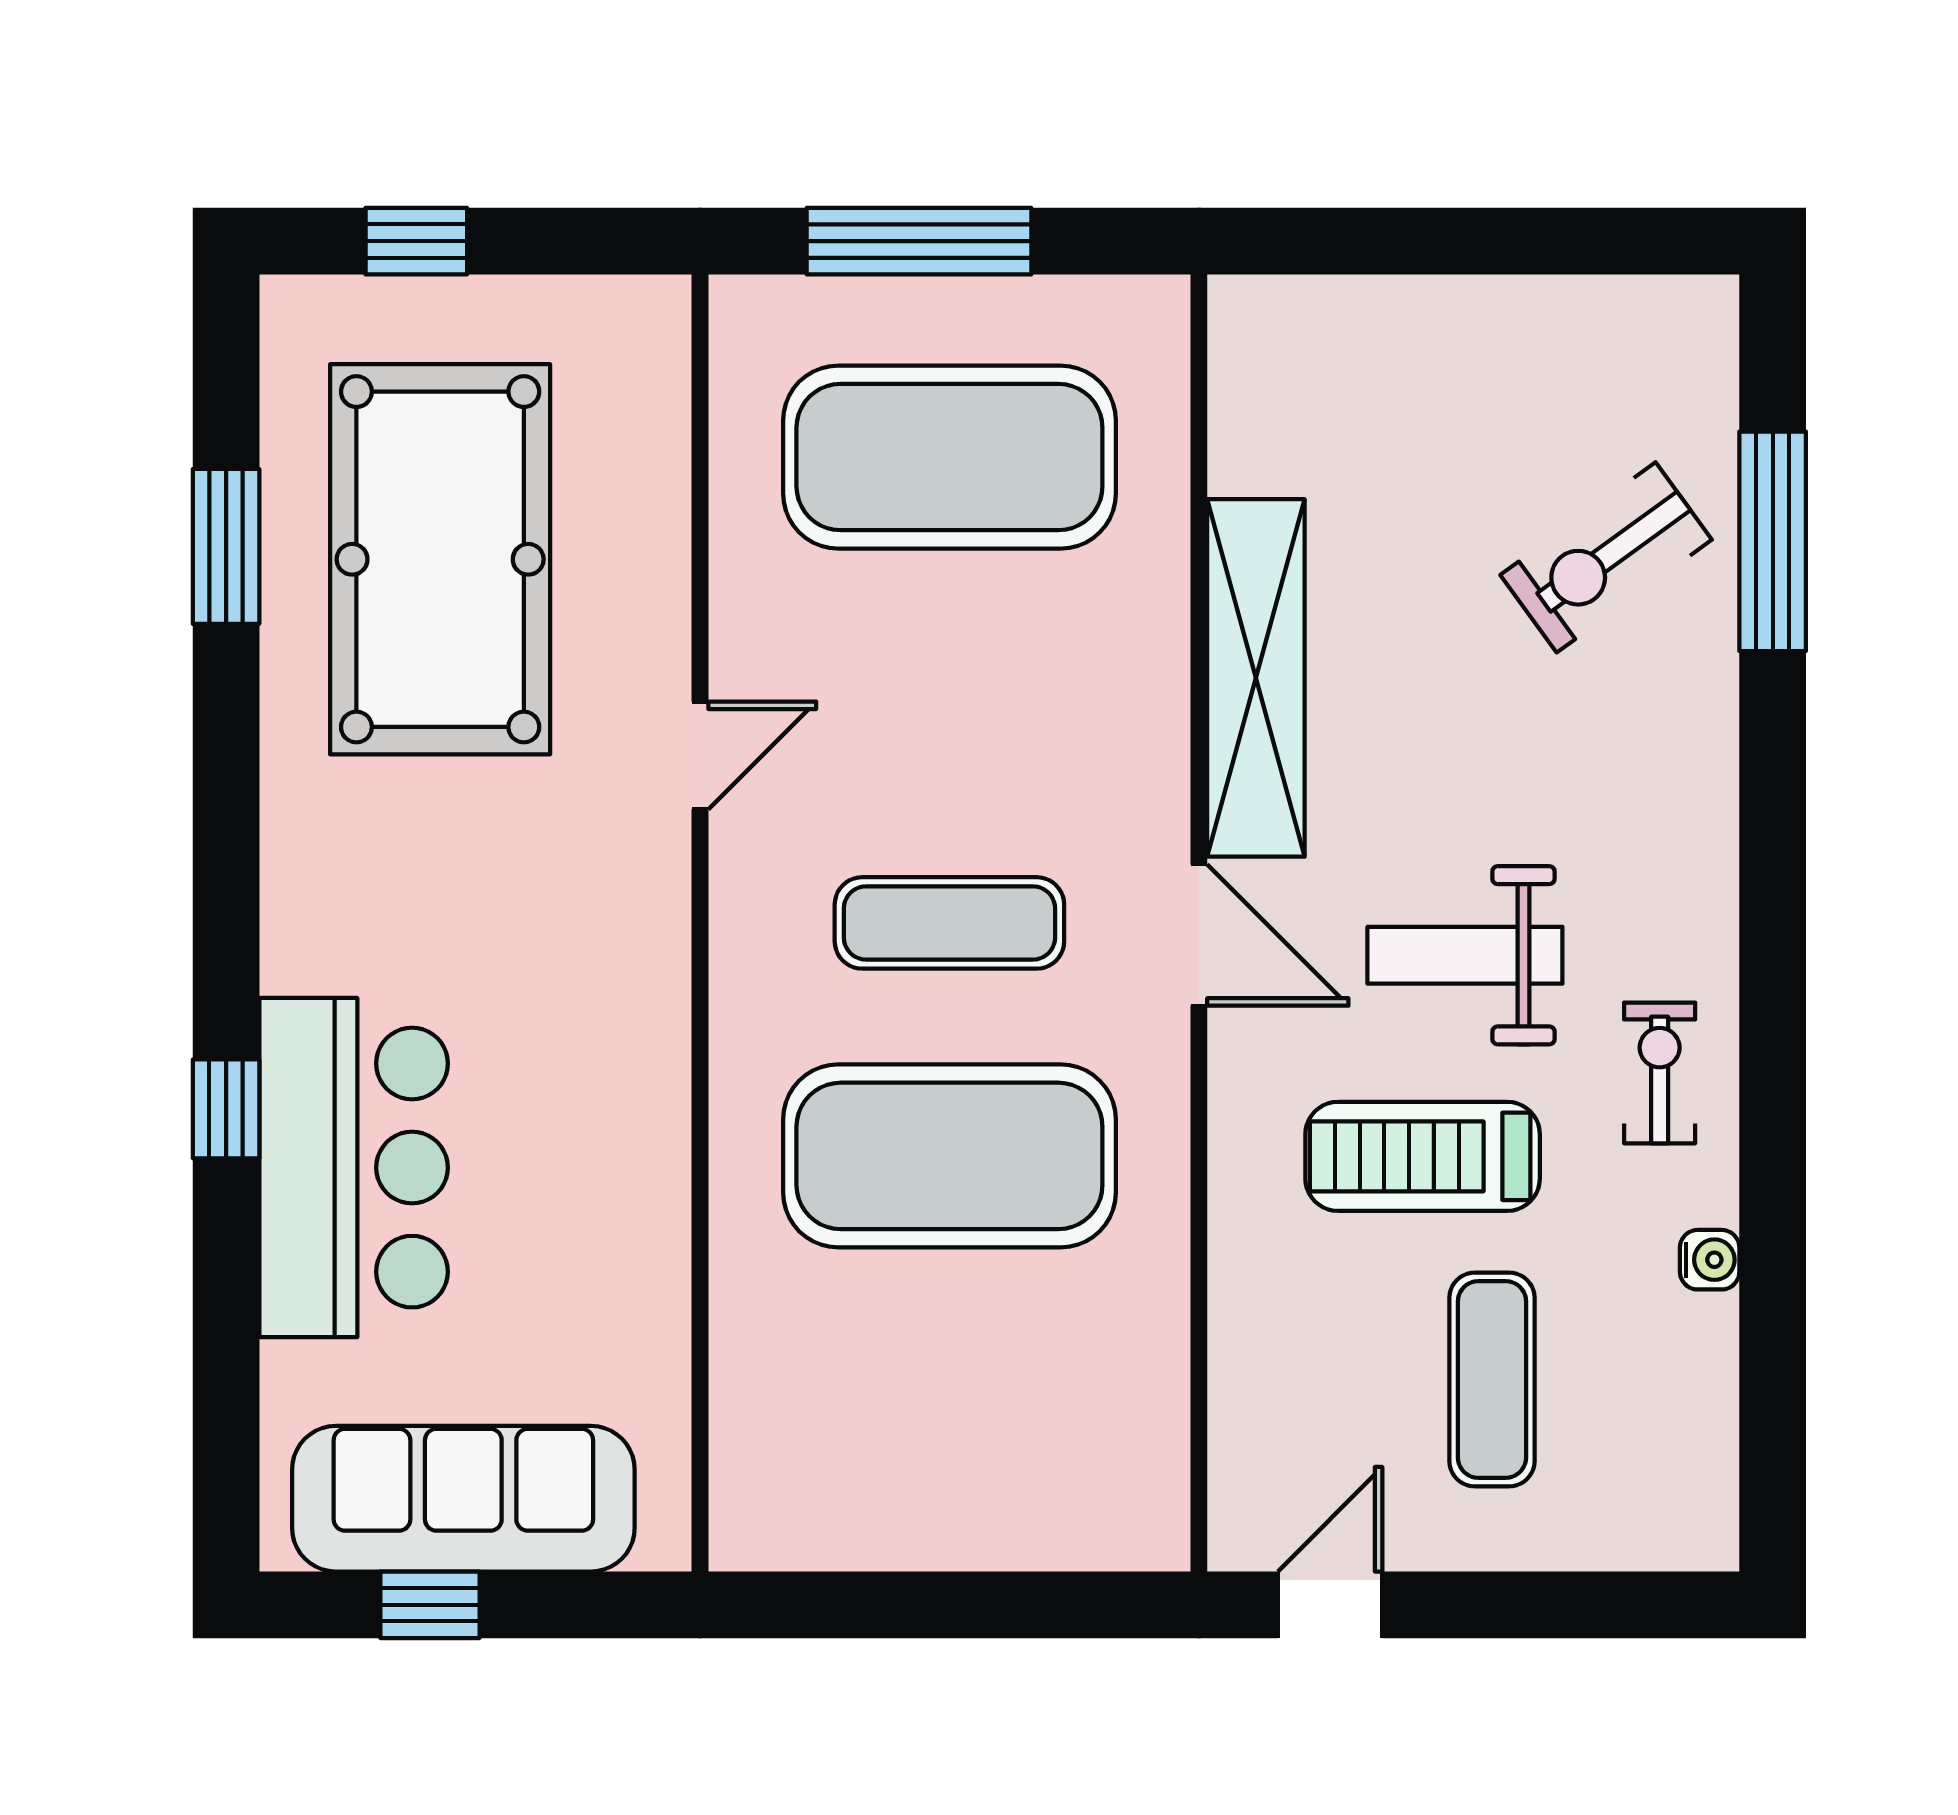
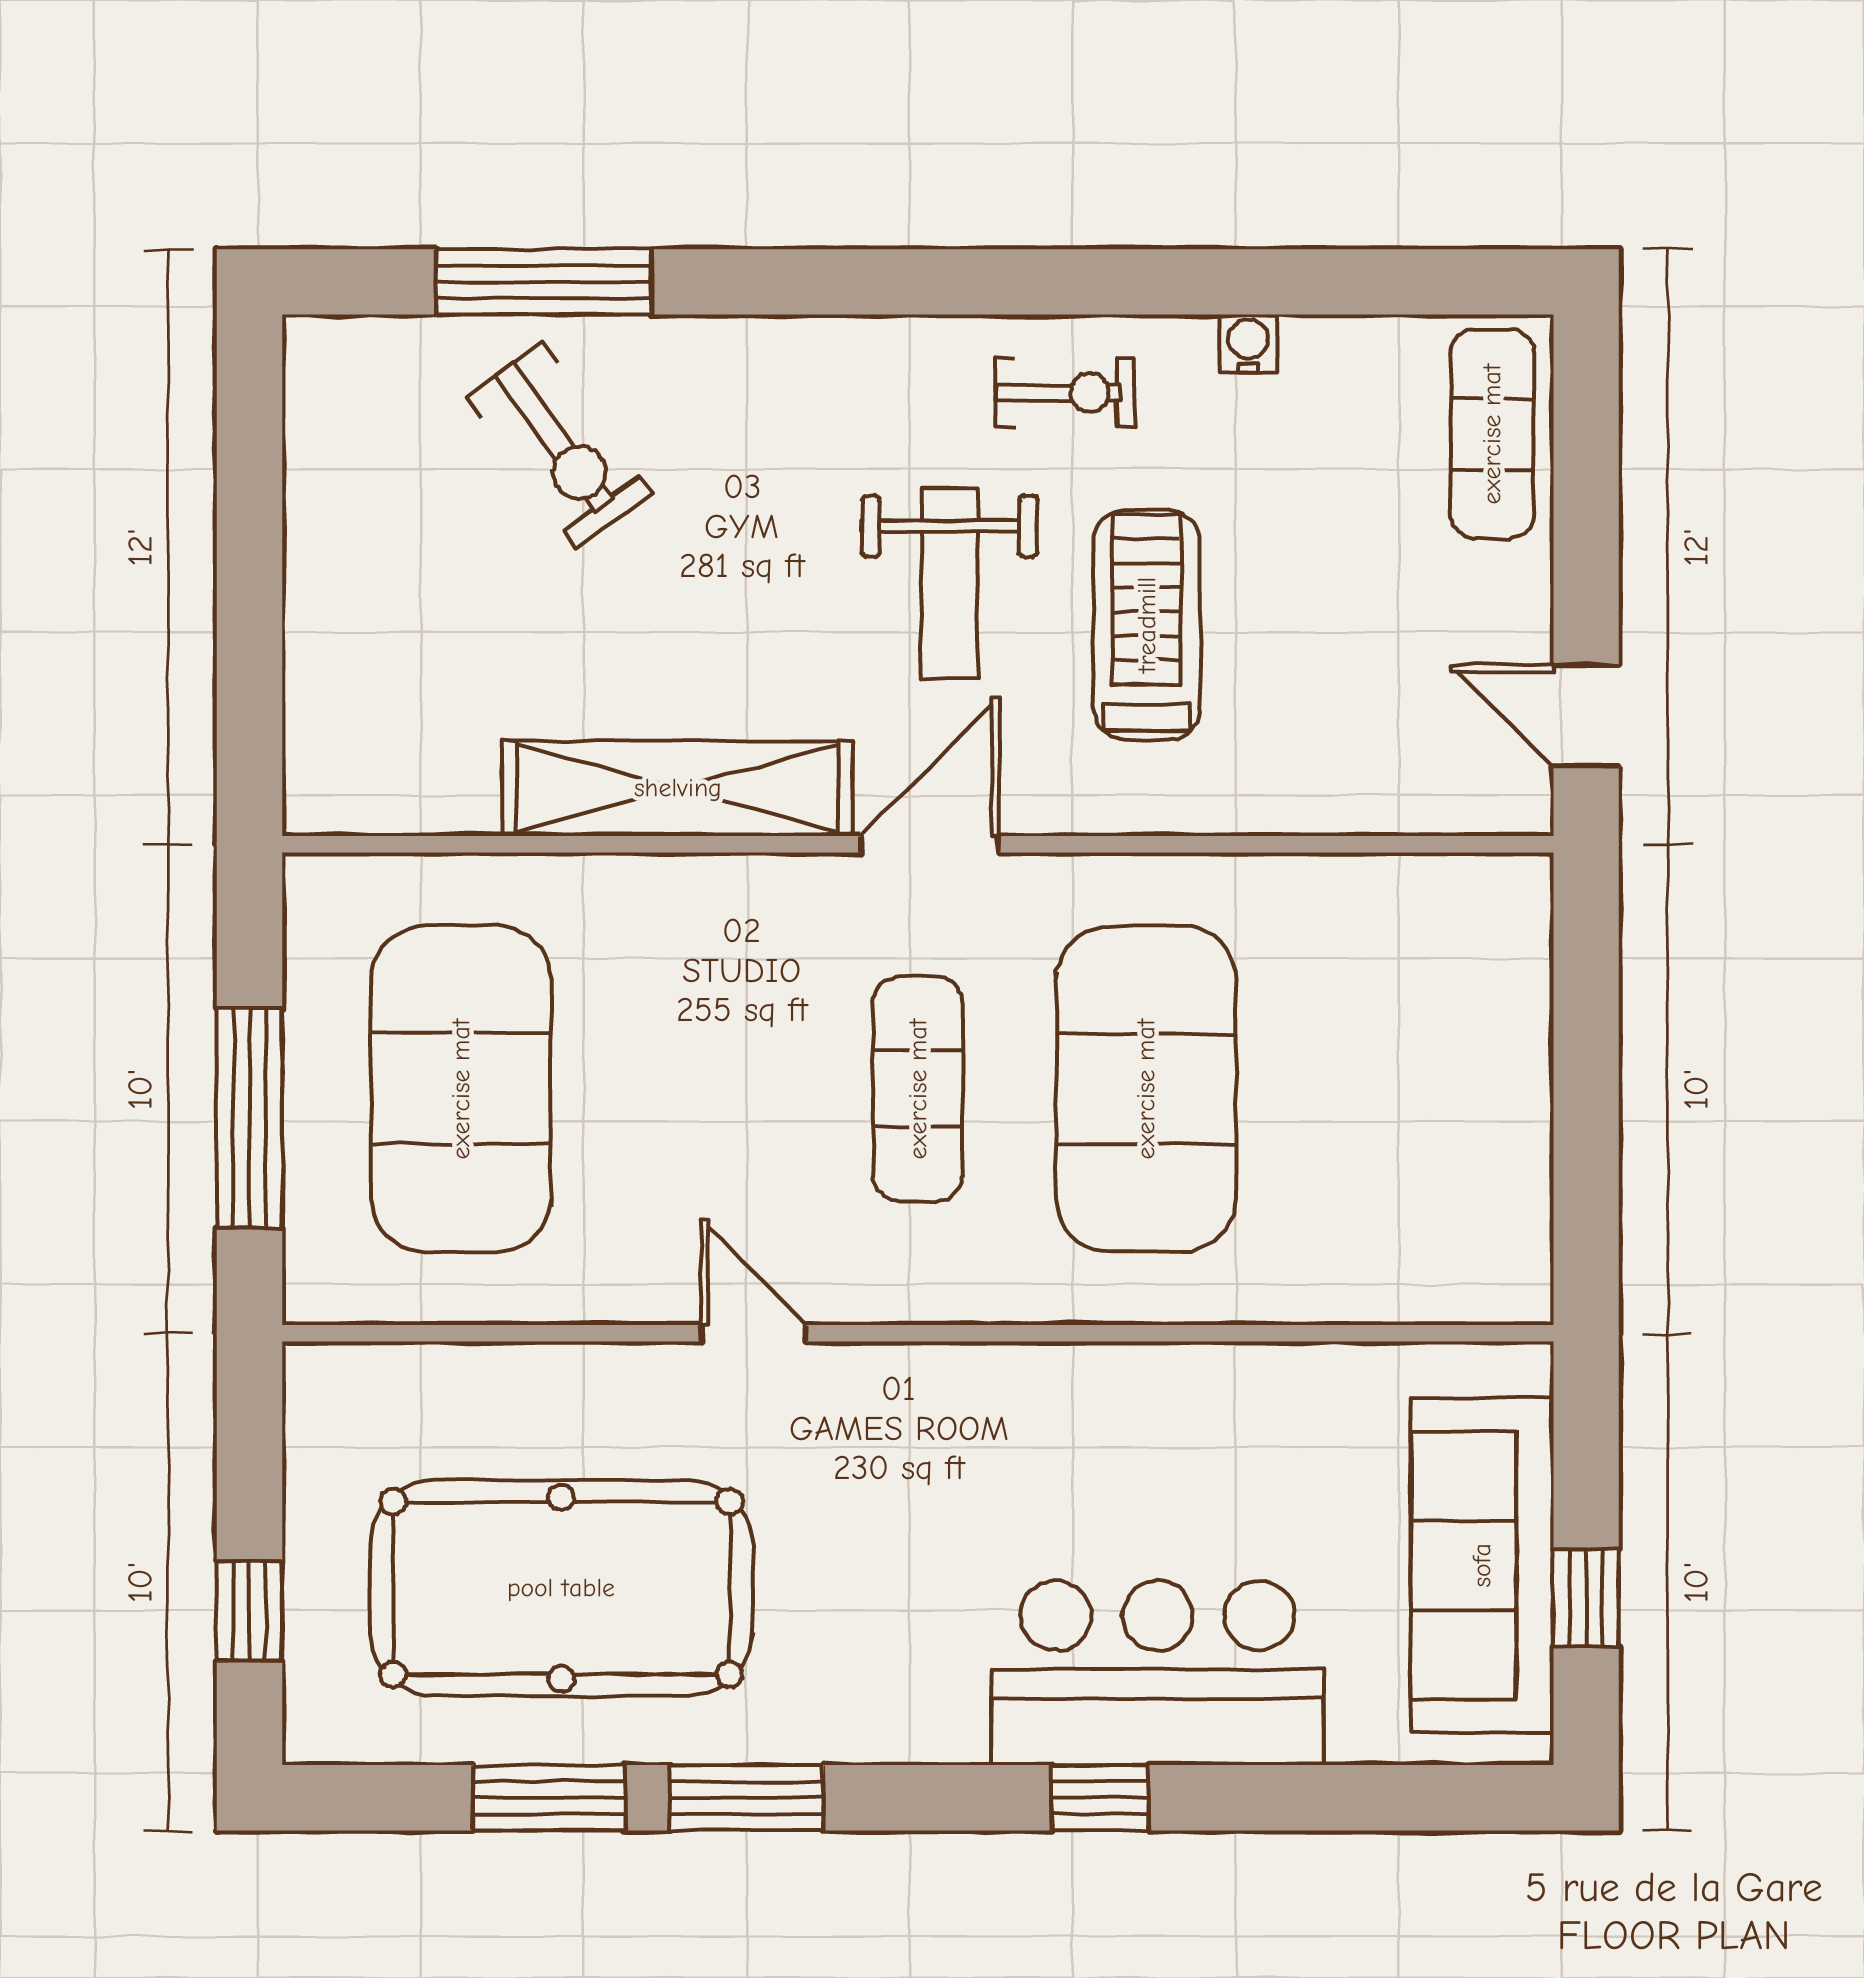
window: (226, 748) -> (747, 1798), added
exercise bike: (1660, 1073) -> (1065, 393), turned 180
treadmill: (1423, 1156) -> (1147, 625), turned 180
exercise mat: (1492, 1379) -> (1492, 434), moved, turned 90

